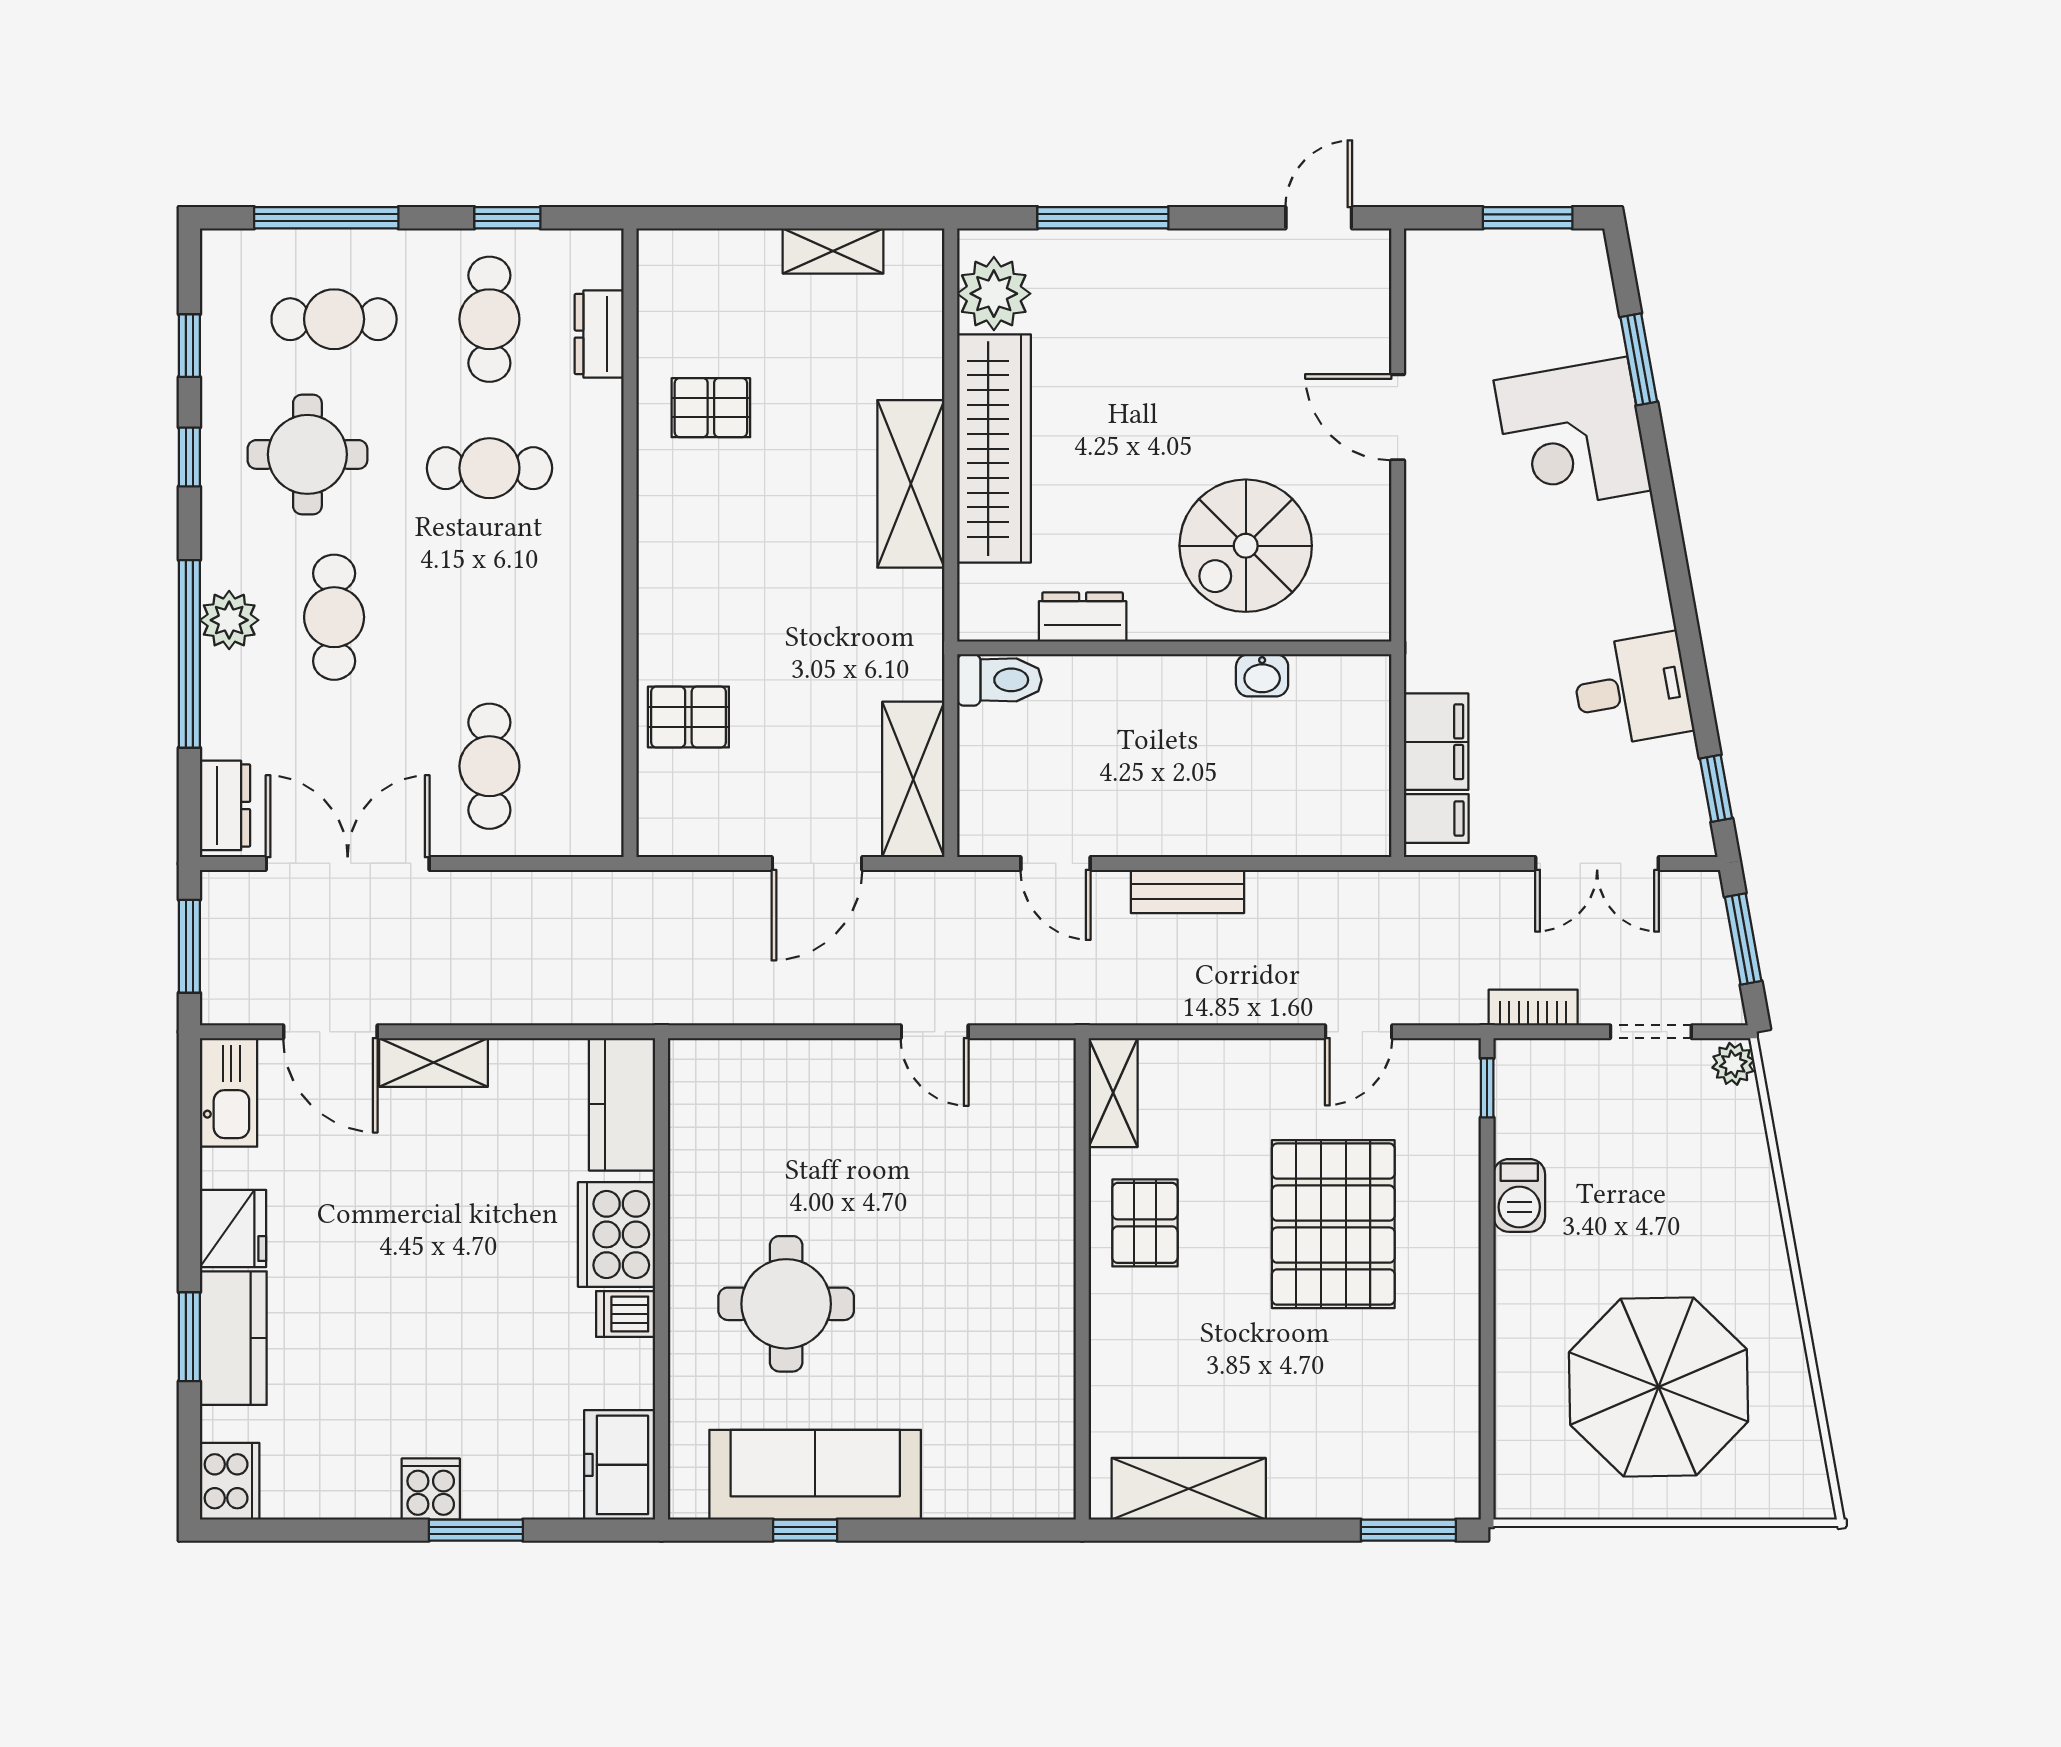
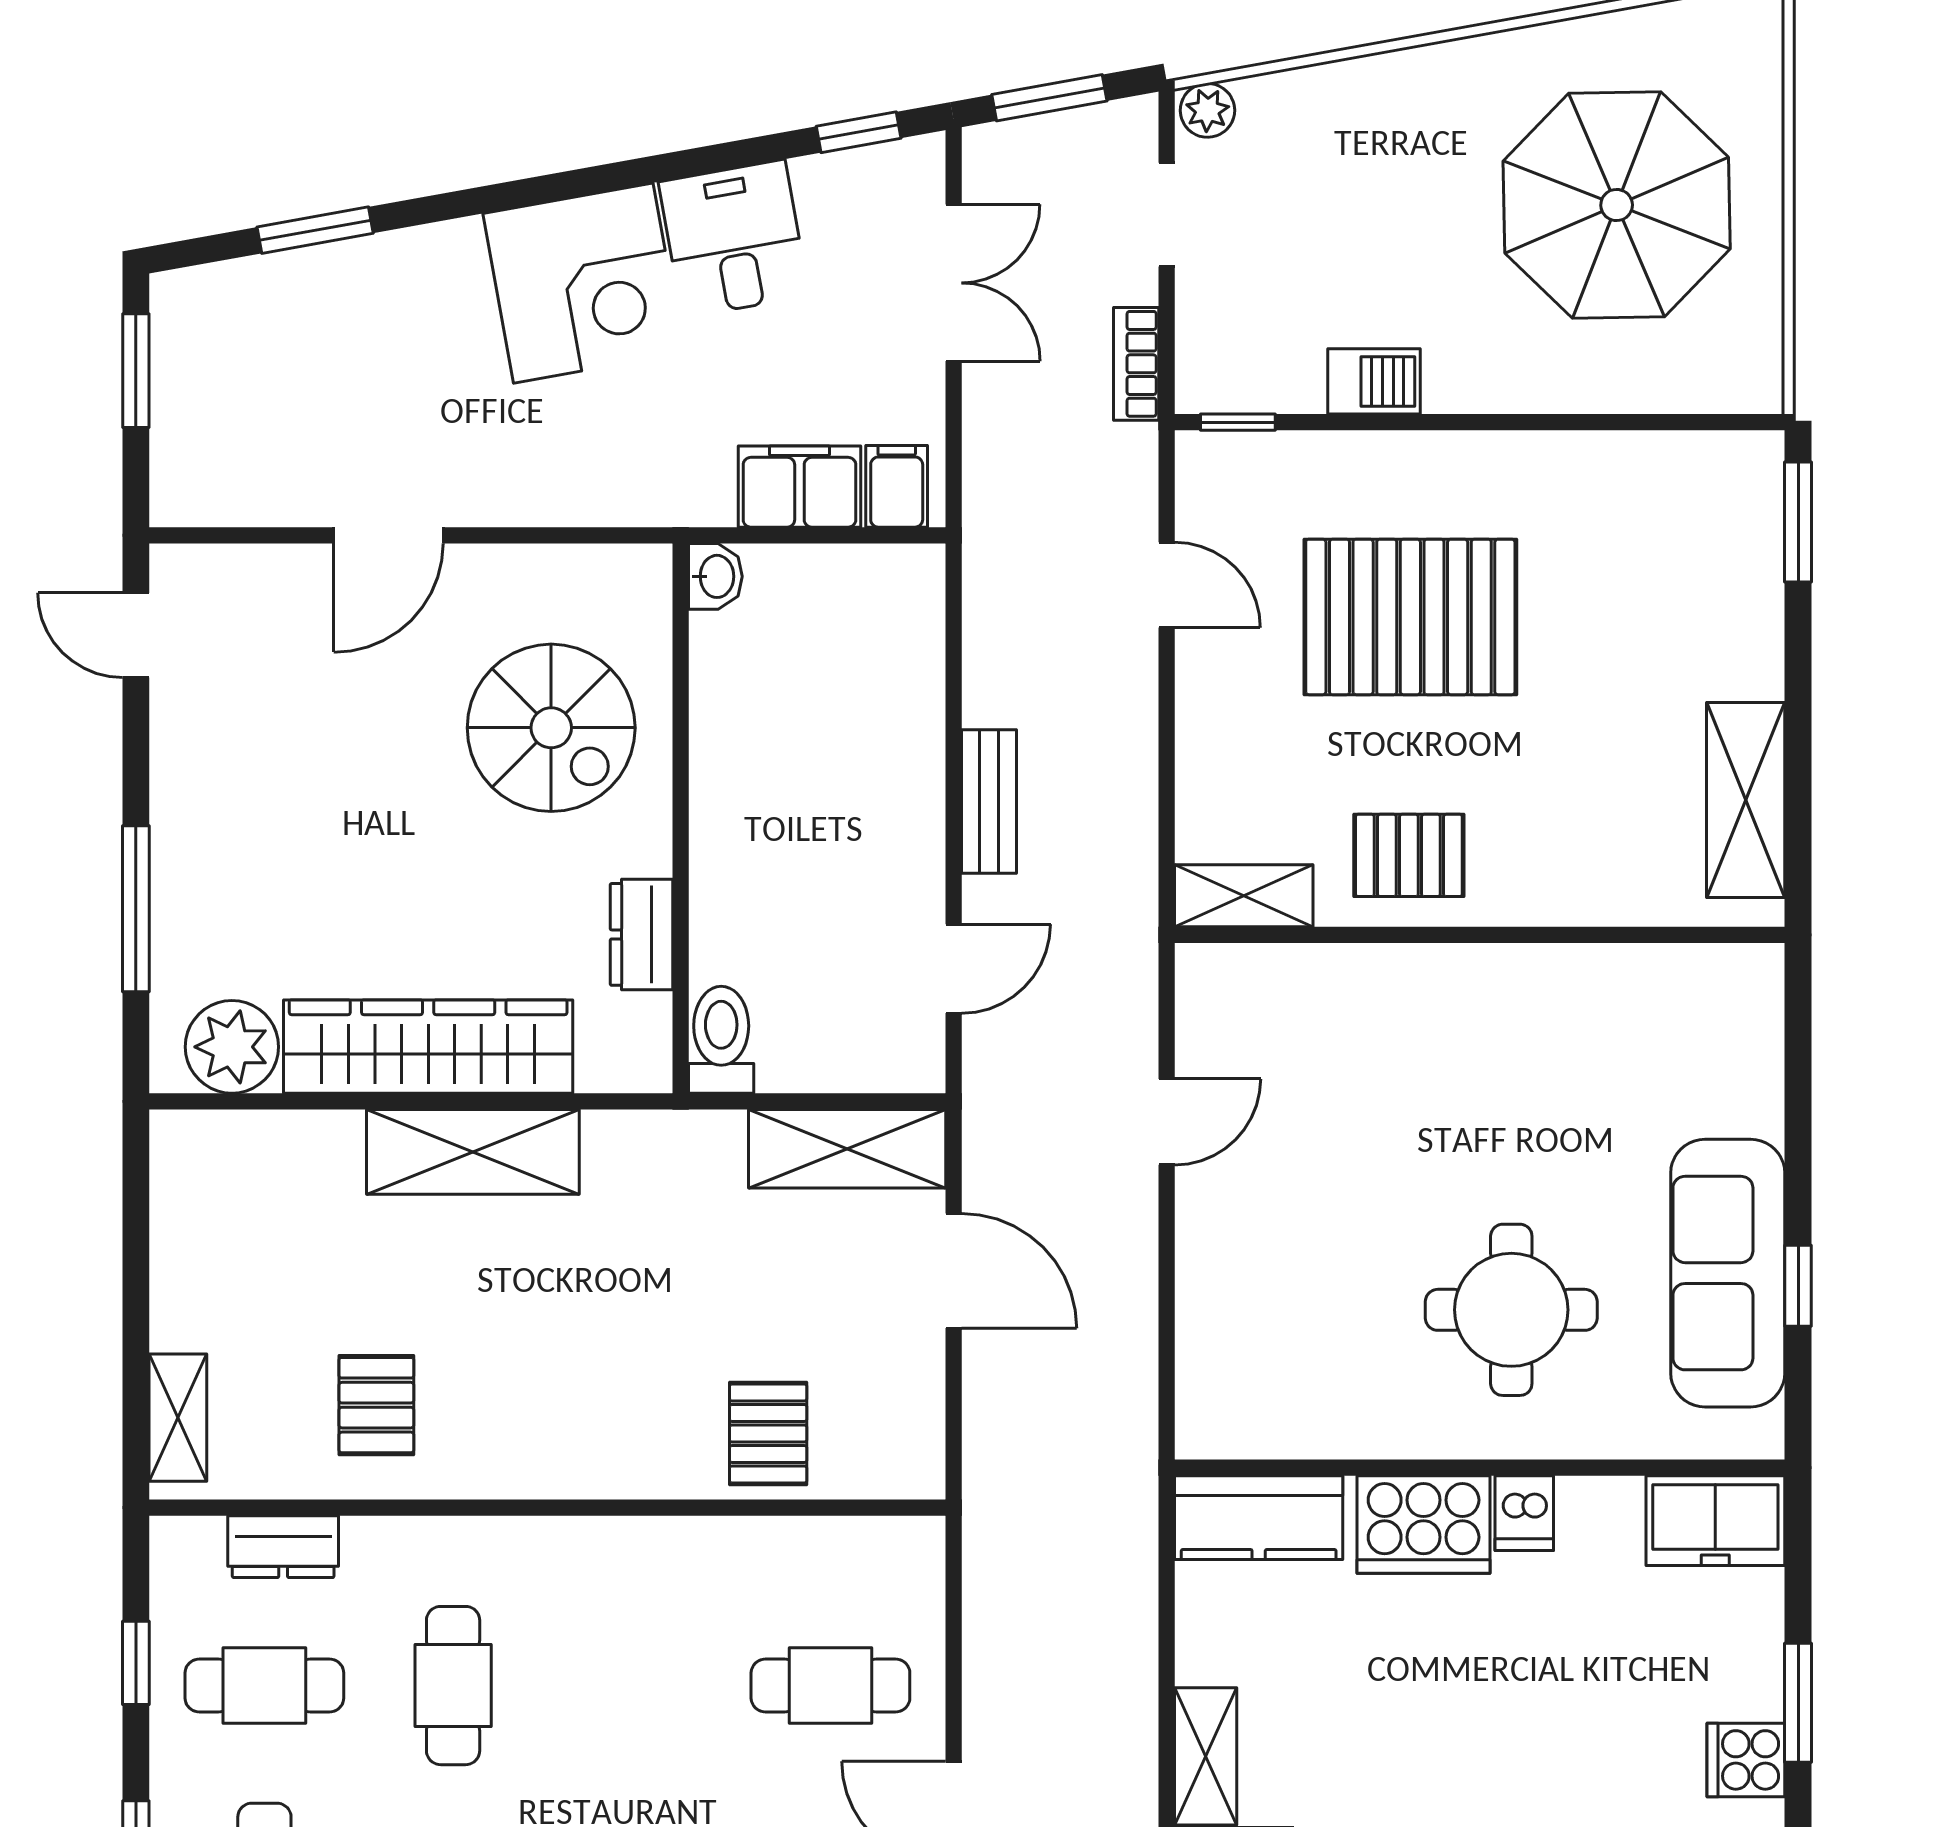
shelving: (833, 251) -> (178, 1418), moved
corner desk: (1572, 435) -> (583, 283), moved
washbasin: (1262, 675) -> (715, 576), moved

